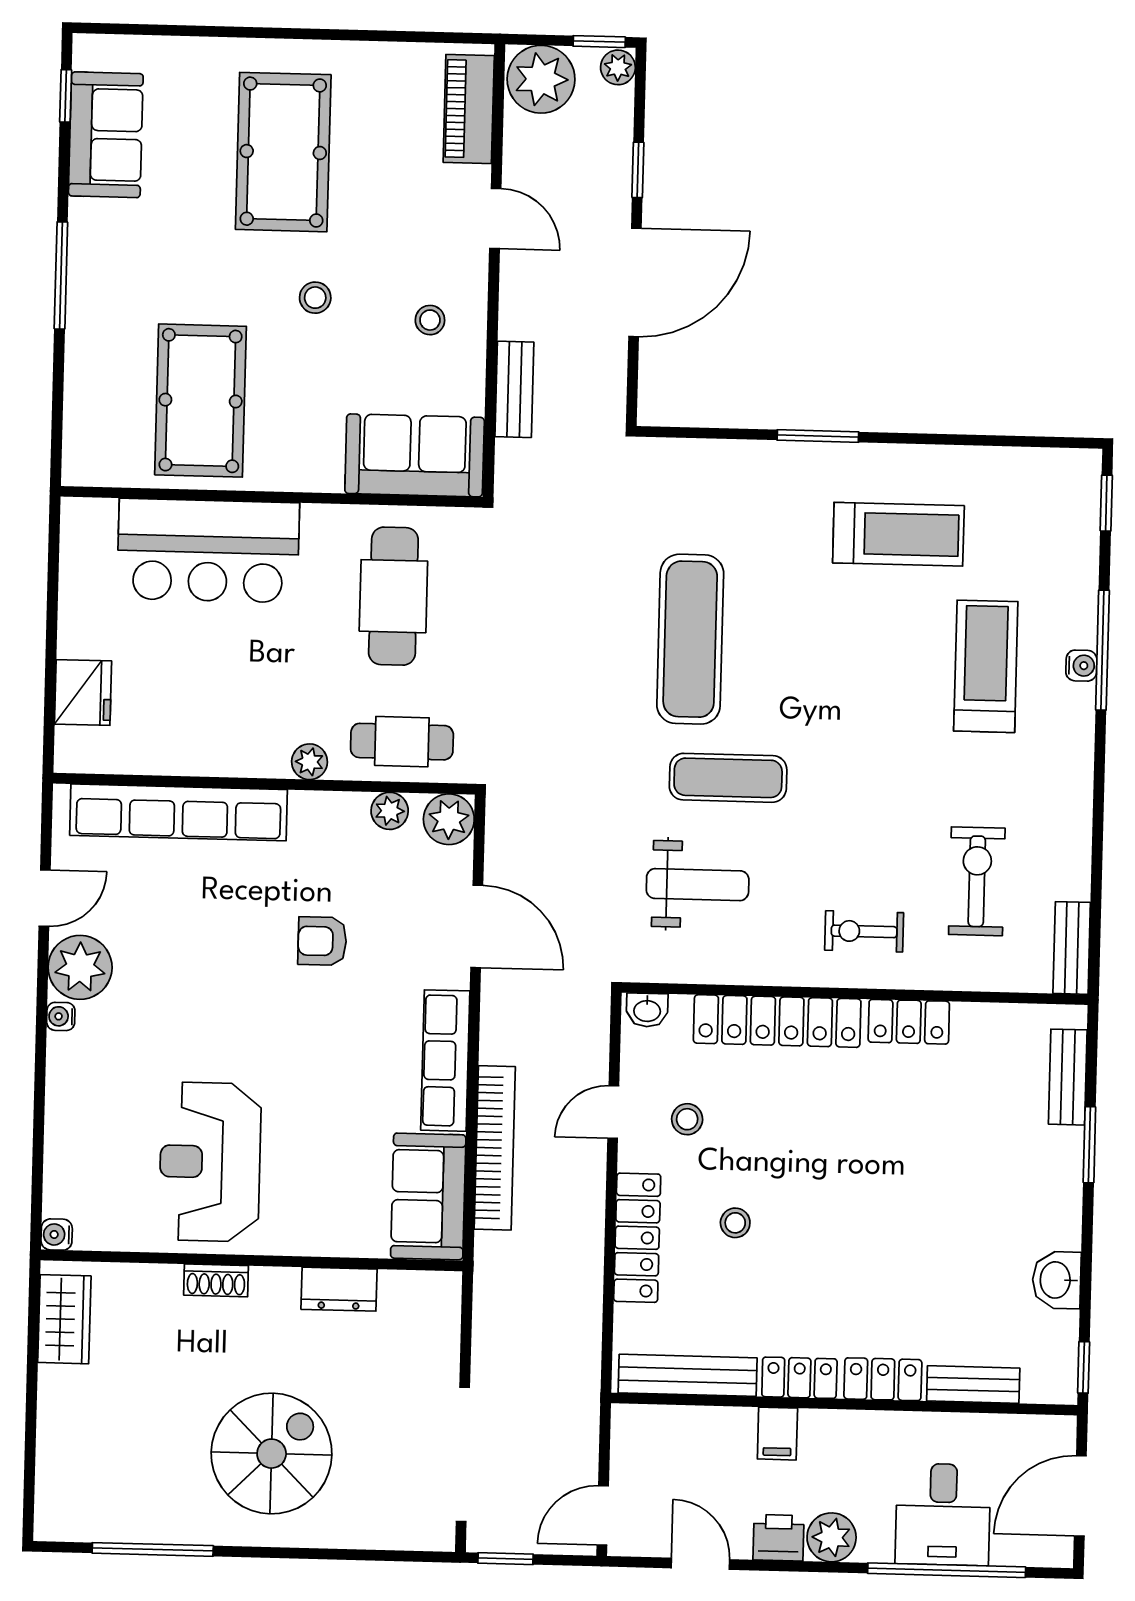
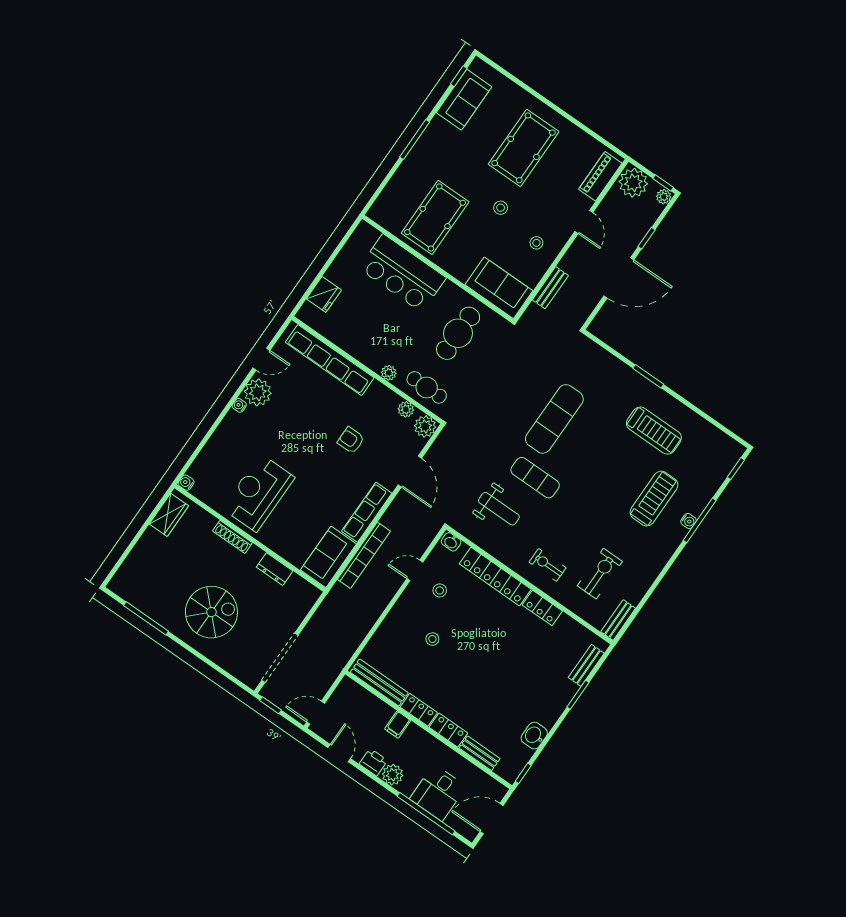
locker: (637, 1238) -> (394, 621), removed
shoe rack: (216, 1280) -> (232, 537), width x1.43

